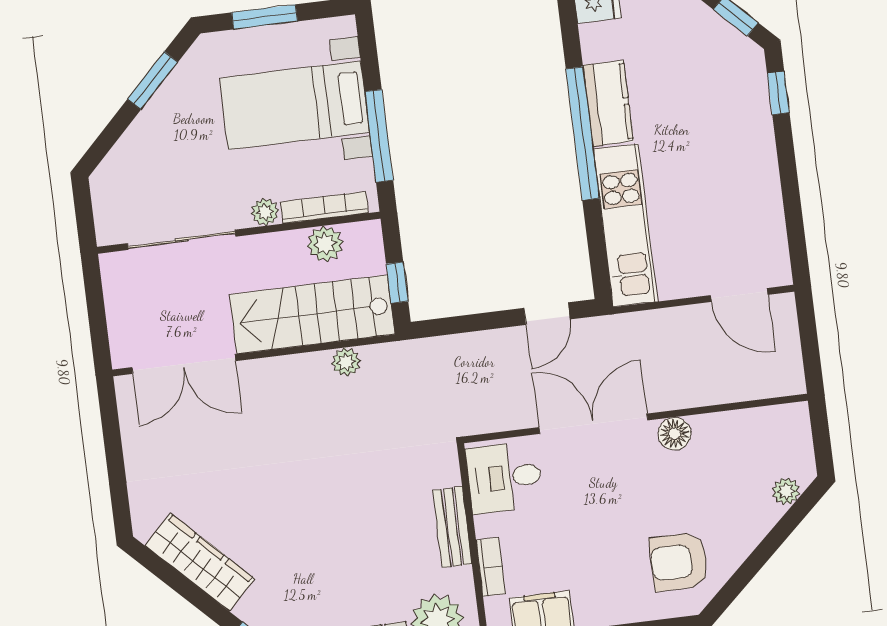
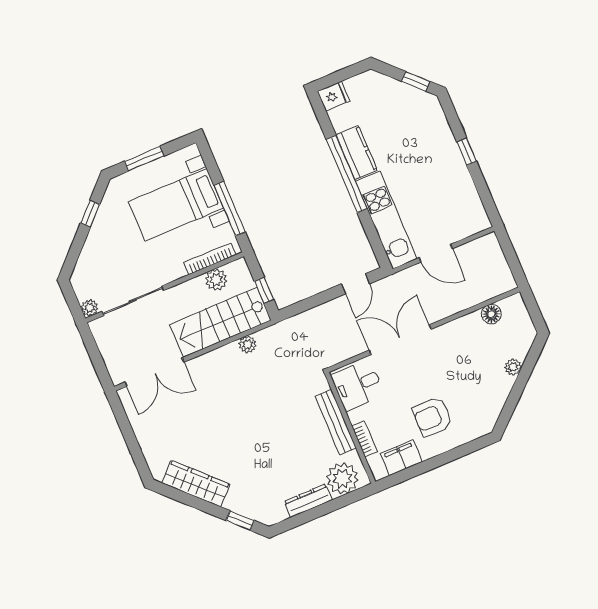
window: (153, 81) -> (90, 214), width x0.67
window: (778, 93) -> (467, 152), moved
plant: (265, 212) -> (90, 308), moved
door: (739, 295) -> (436, 253), moved
floor lamp: (675, 434) -> (491, 314), moved
plant: (786, 491) -> (513, 367), moved
bench: (452, 527) -> (336, 422), width x1.36
armchair: (679, 562) -> (433, 417), moved

